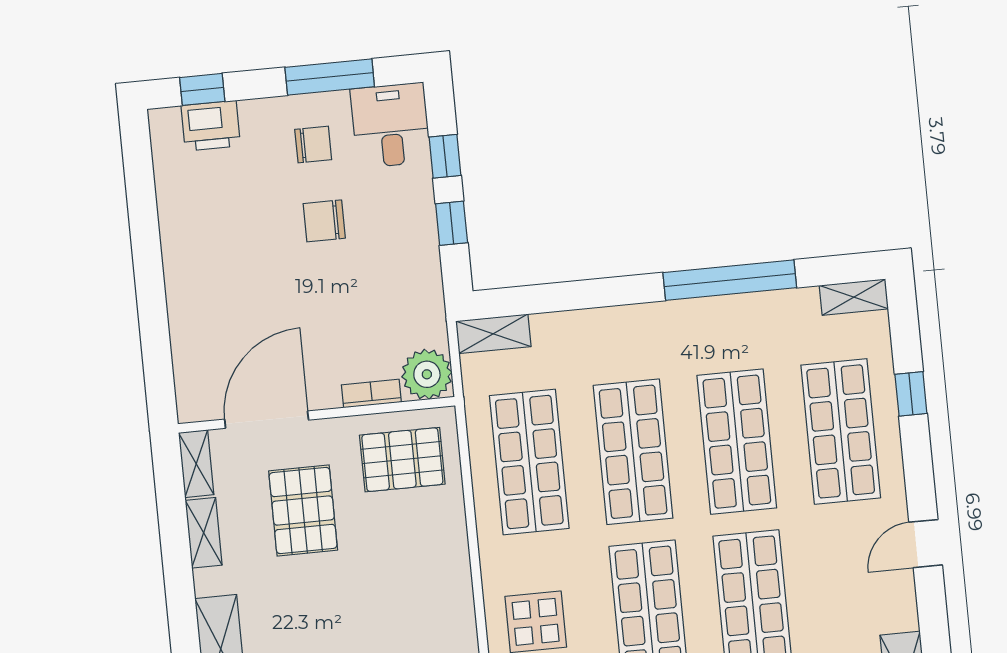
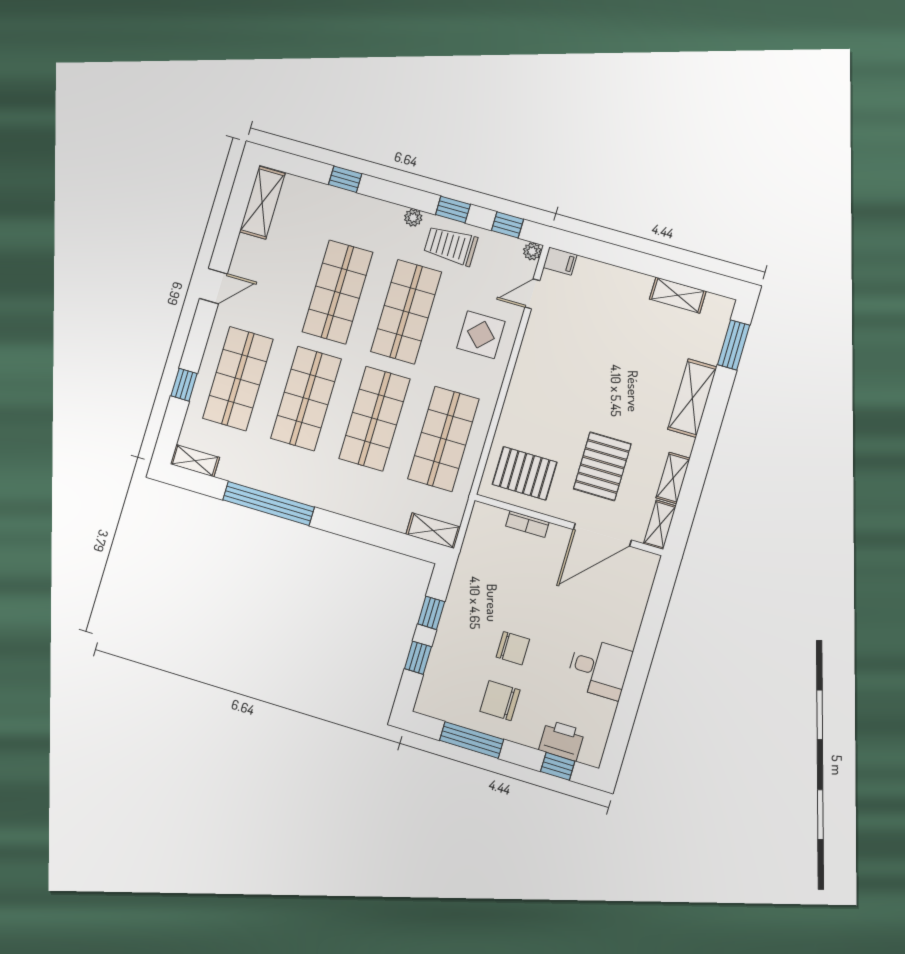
desk: (391, 125) -> (599, 668), moved, turned -90
chair: (313, 144) -> (500, 701), width x1.37, depth x1.37
plant: (427, 374) -> (486, 522), removed

